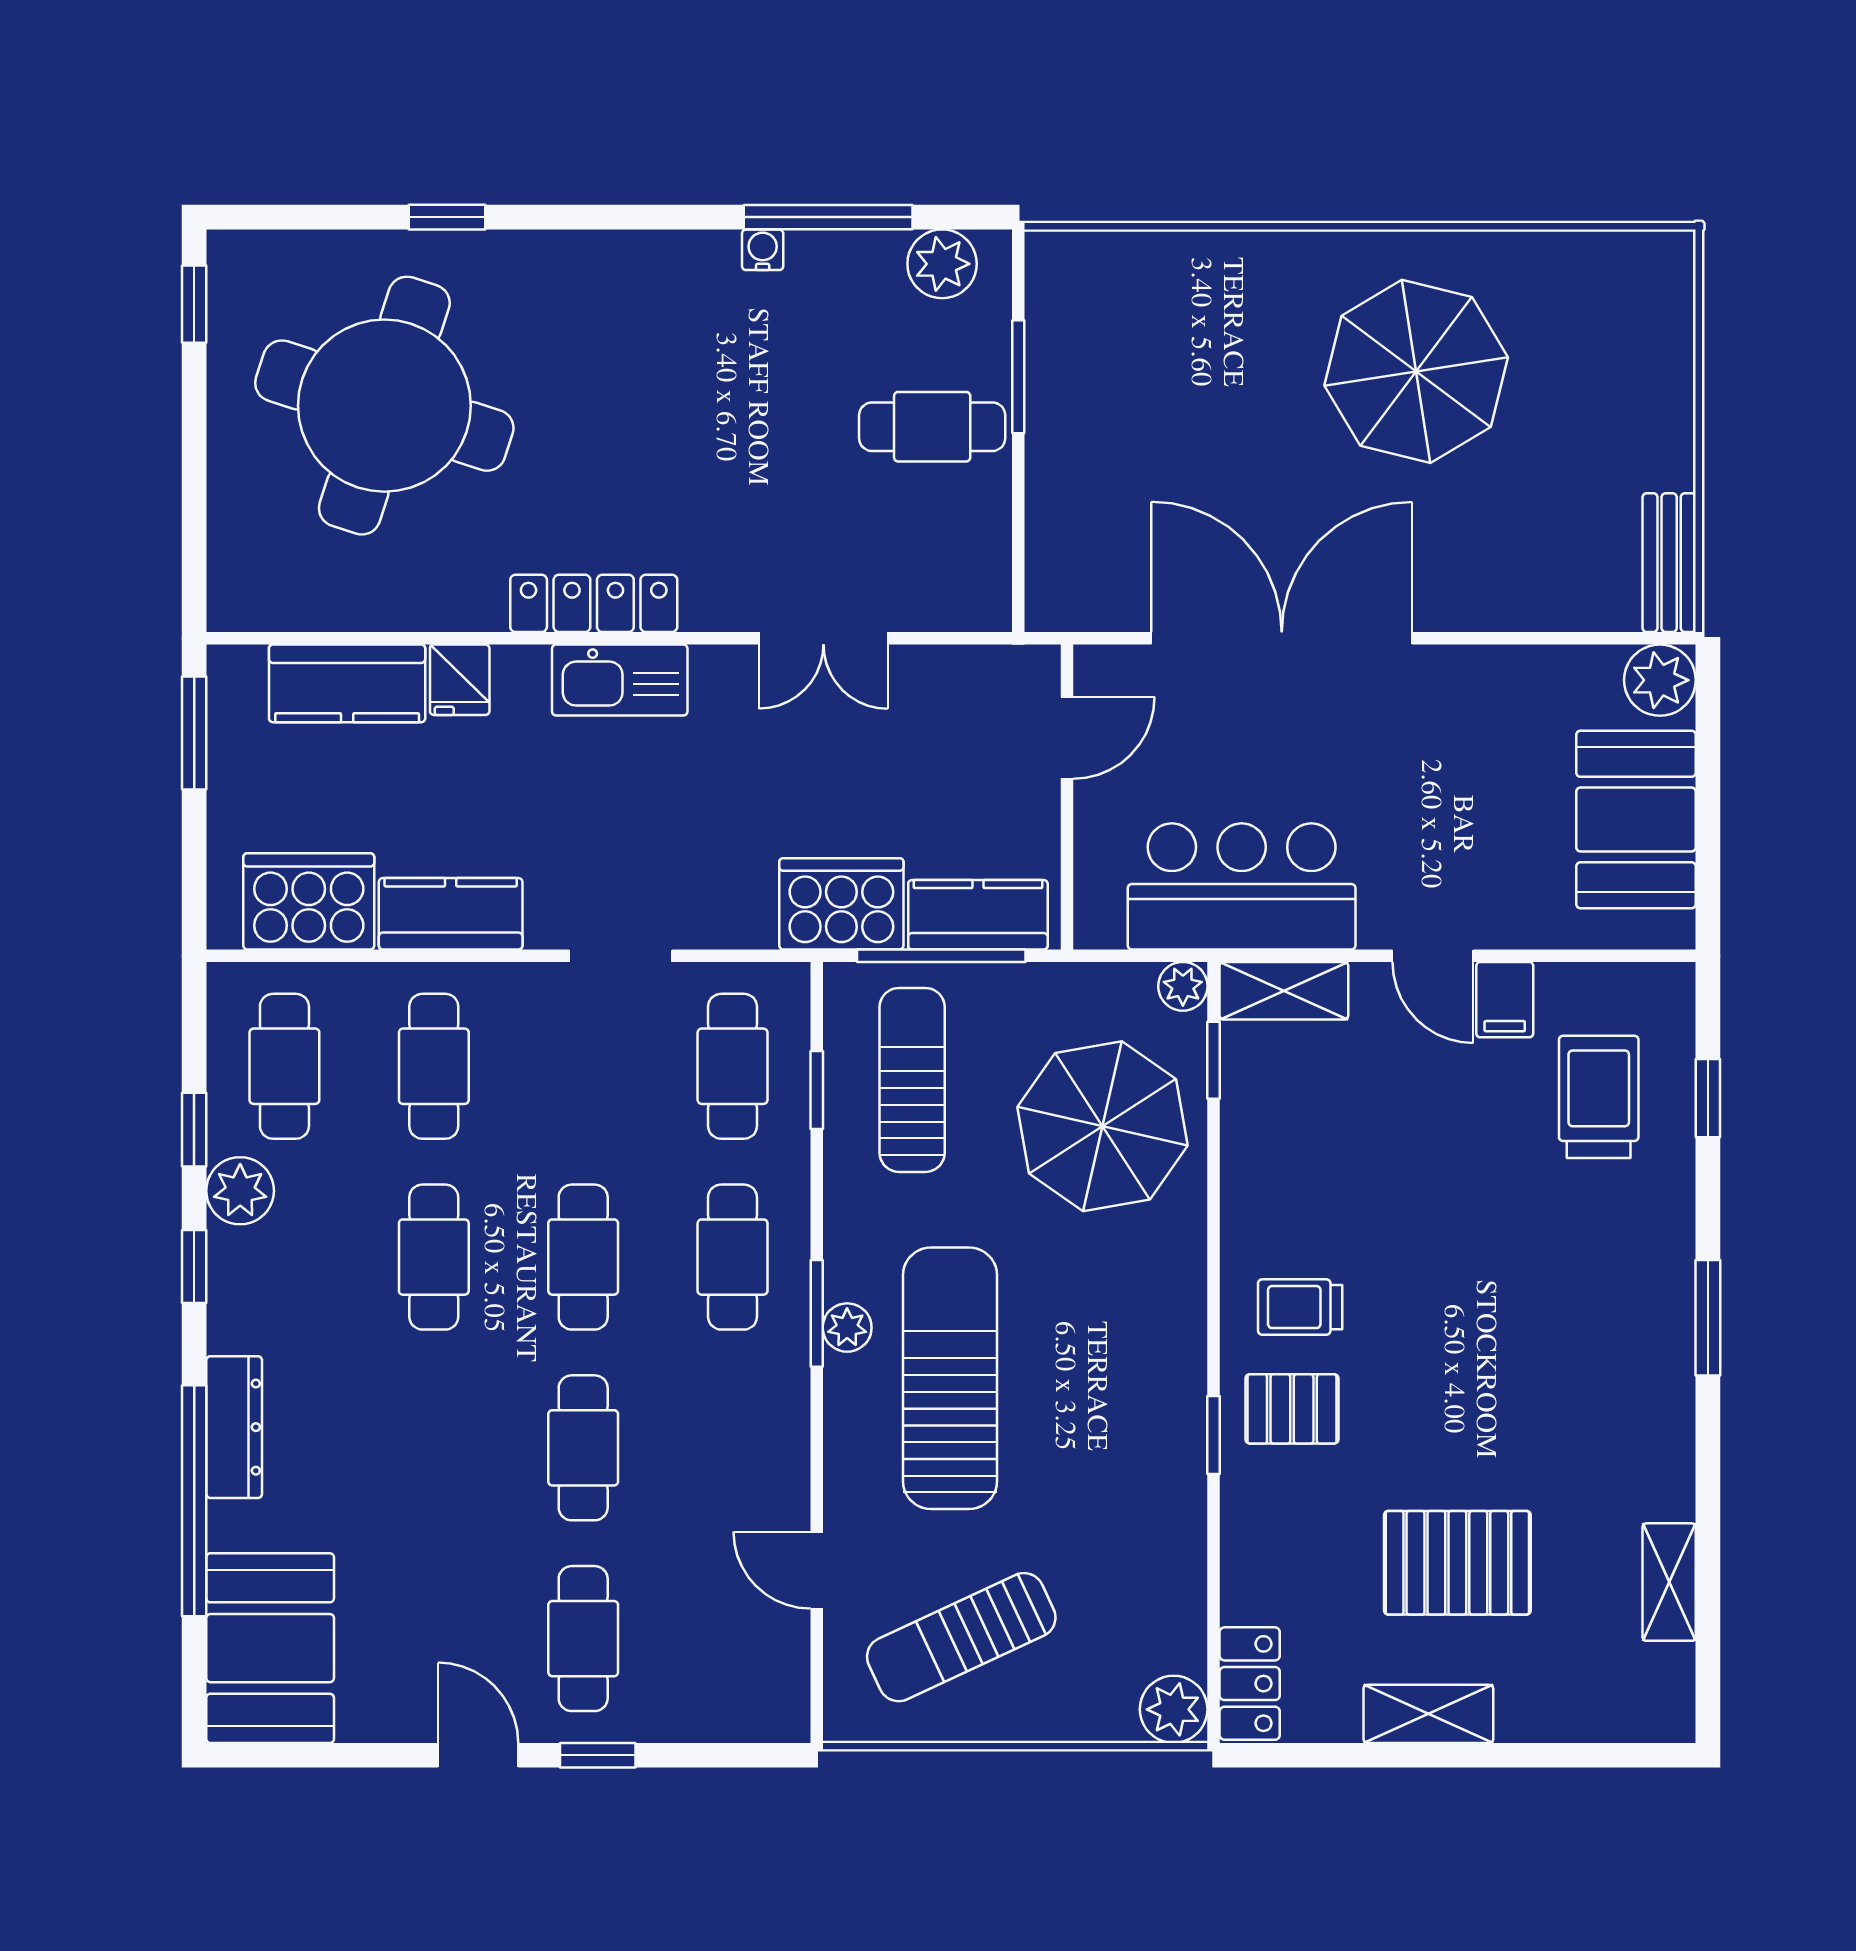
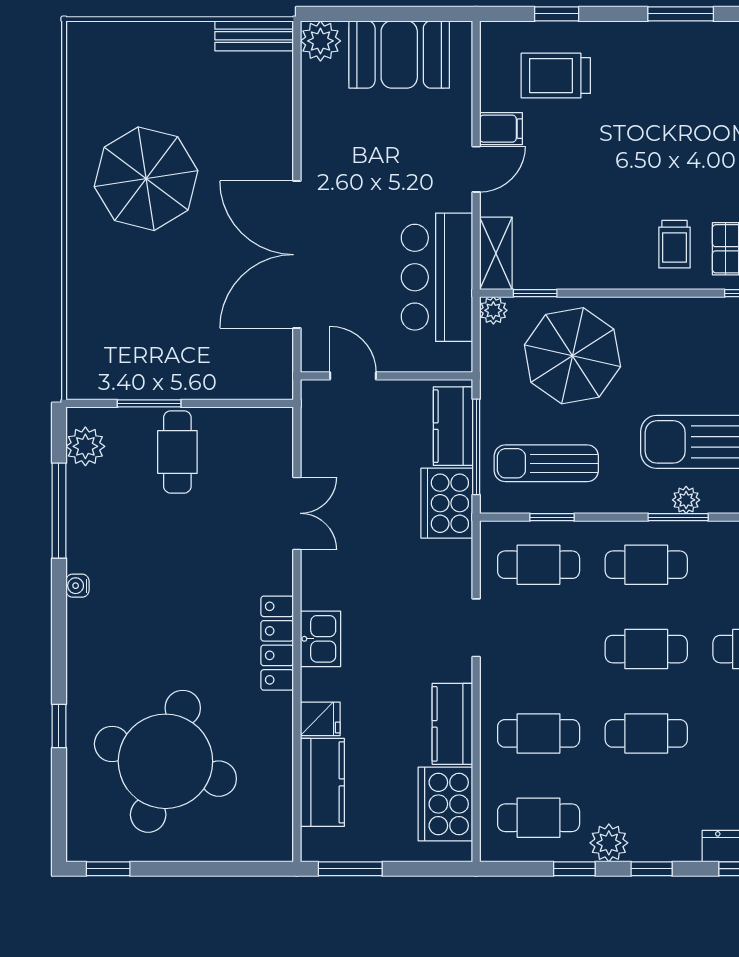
water cooler: (763, 250) -> (77, 586), moved
kitchen sink: (620, 680) -> (320, 639), width x0.73

